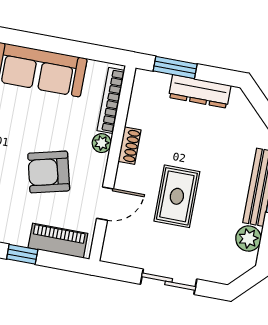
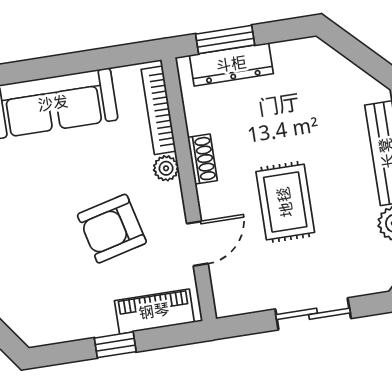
dresser: (200, 91) -> (231, 64), moved

